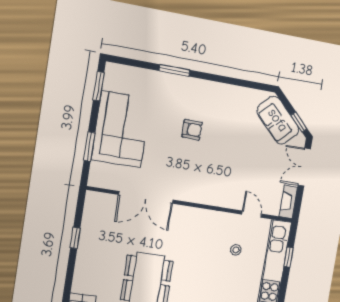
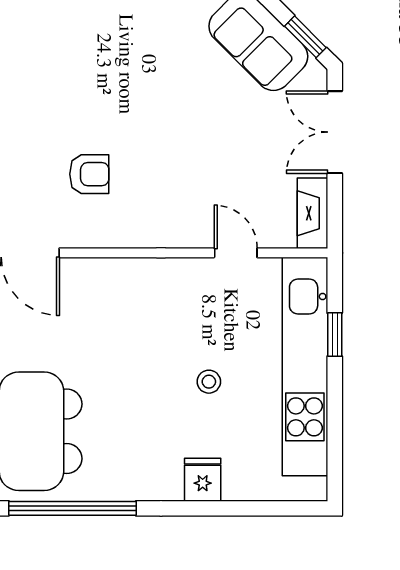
armchair: (192, 130) -> (89, 174), moved
stool: (236, 250) -> (209, 382), moved

